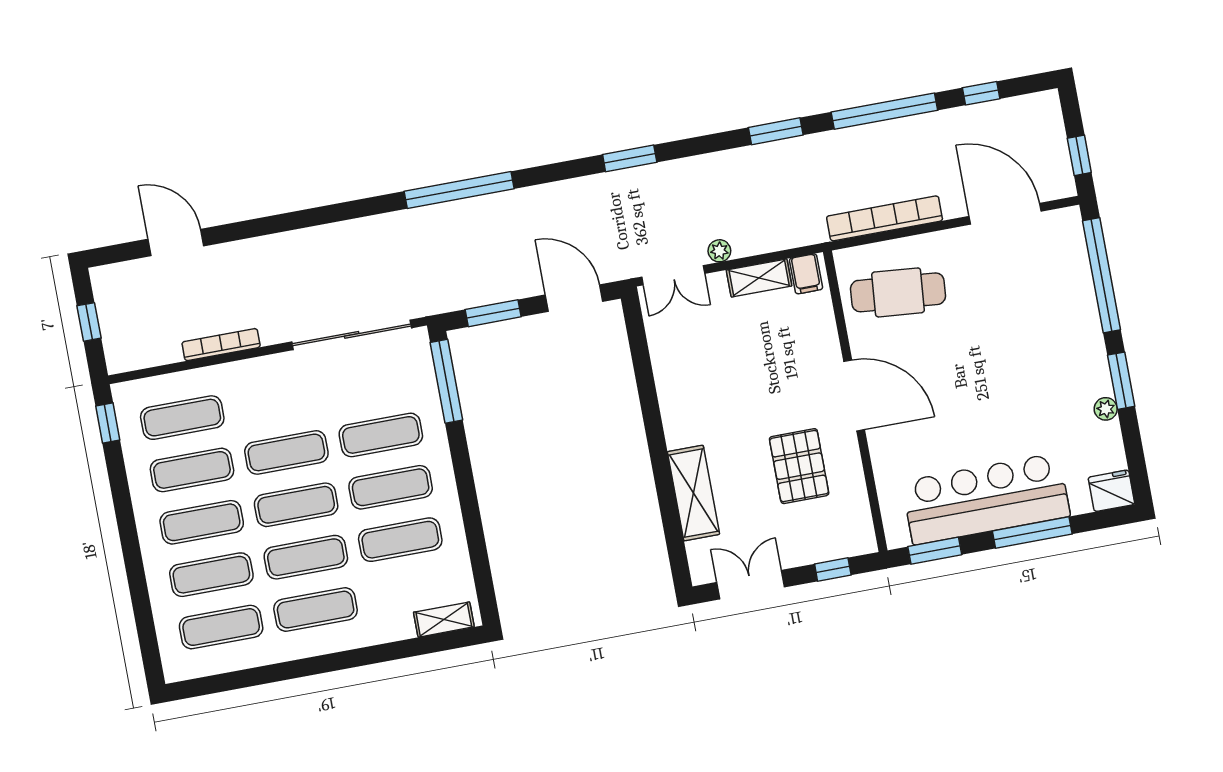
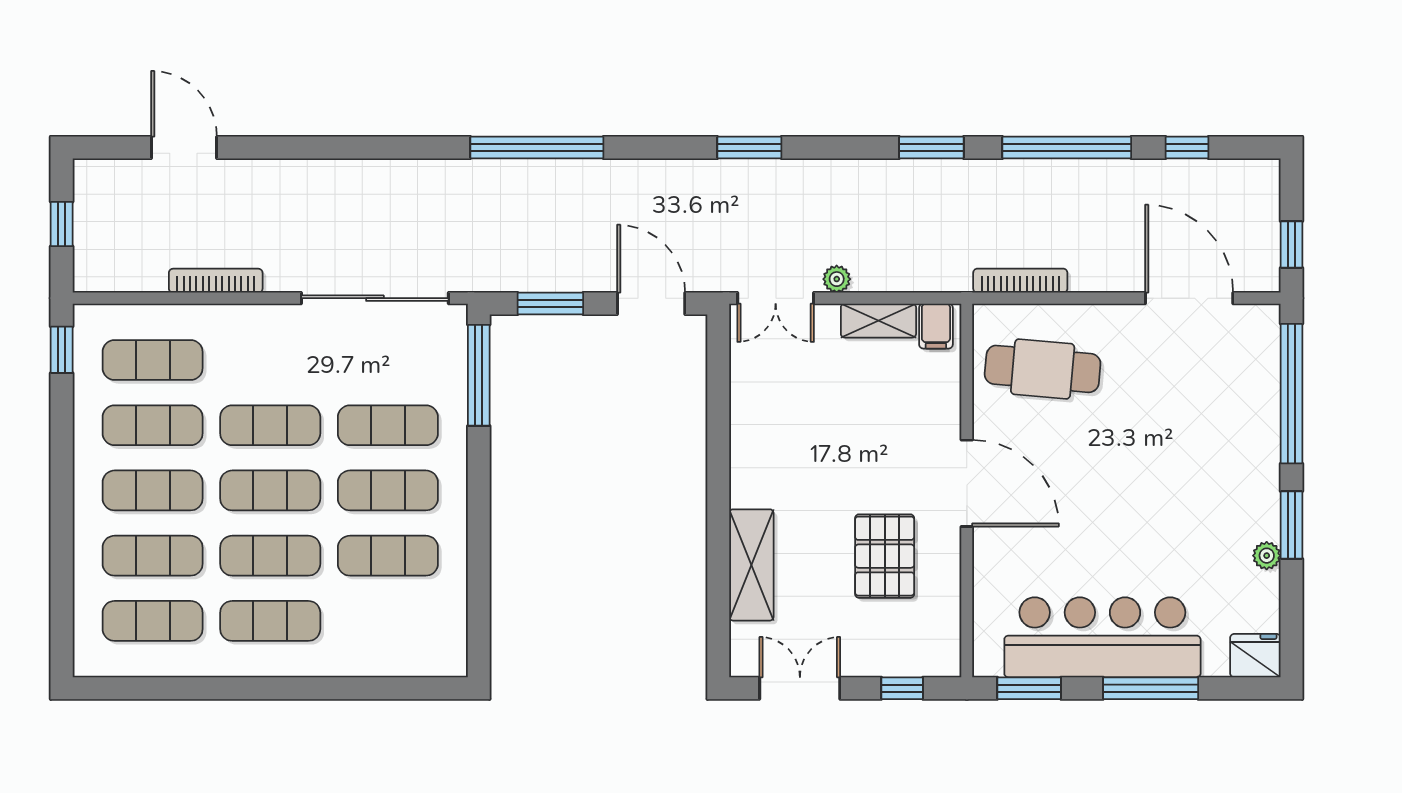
bookcase: (885, 218) -> (1020, 281), width x0.68, depth x0.76
shelving: (444, 620) -> (422, 662), removed

